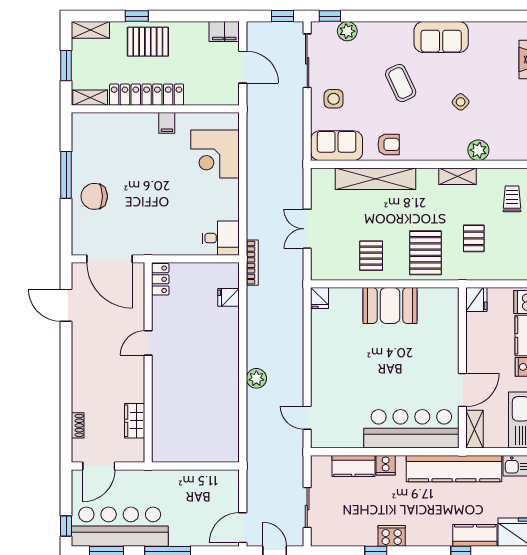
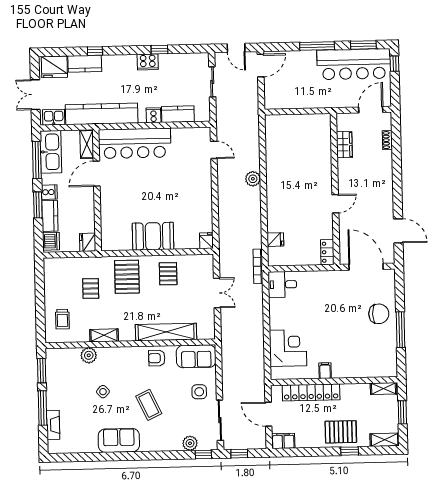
locker: (147, 95) -> (311, 392), moved

